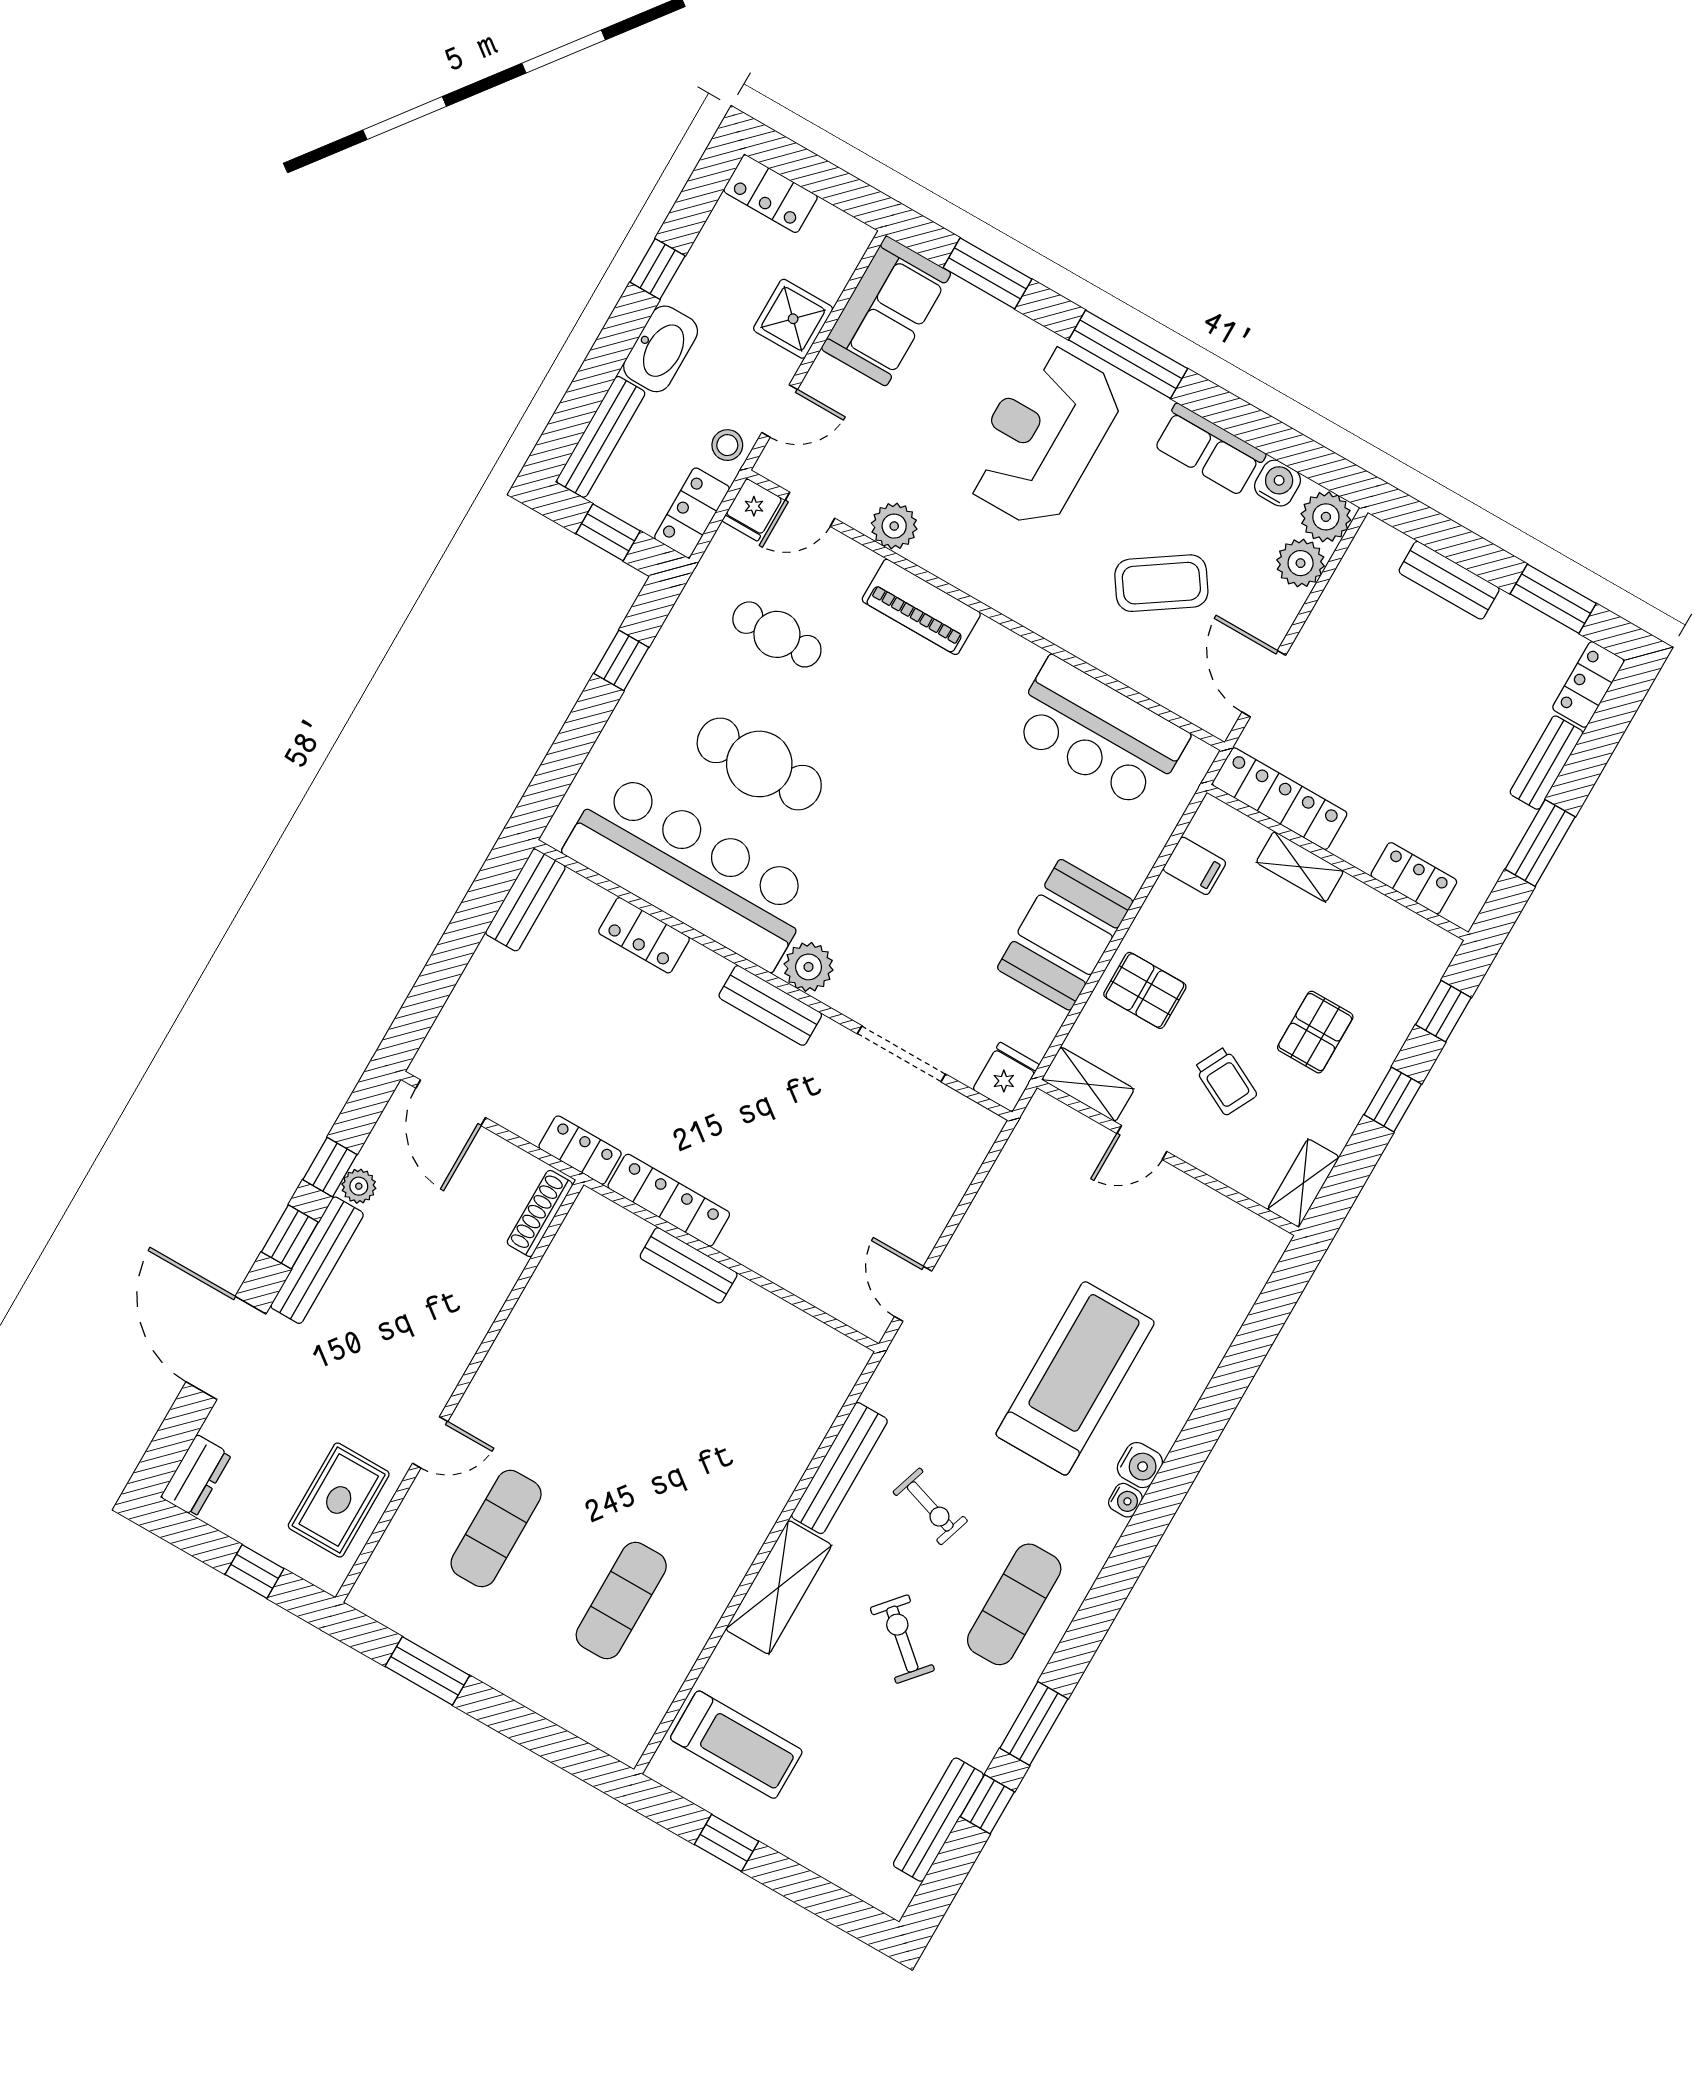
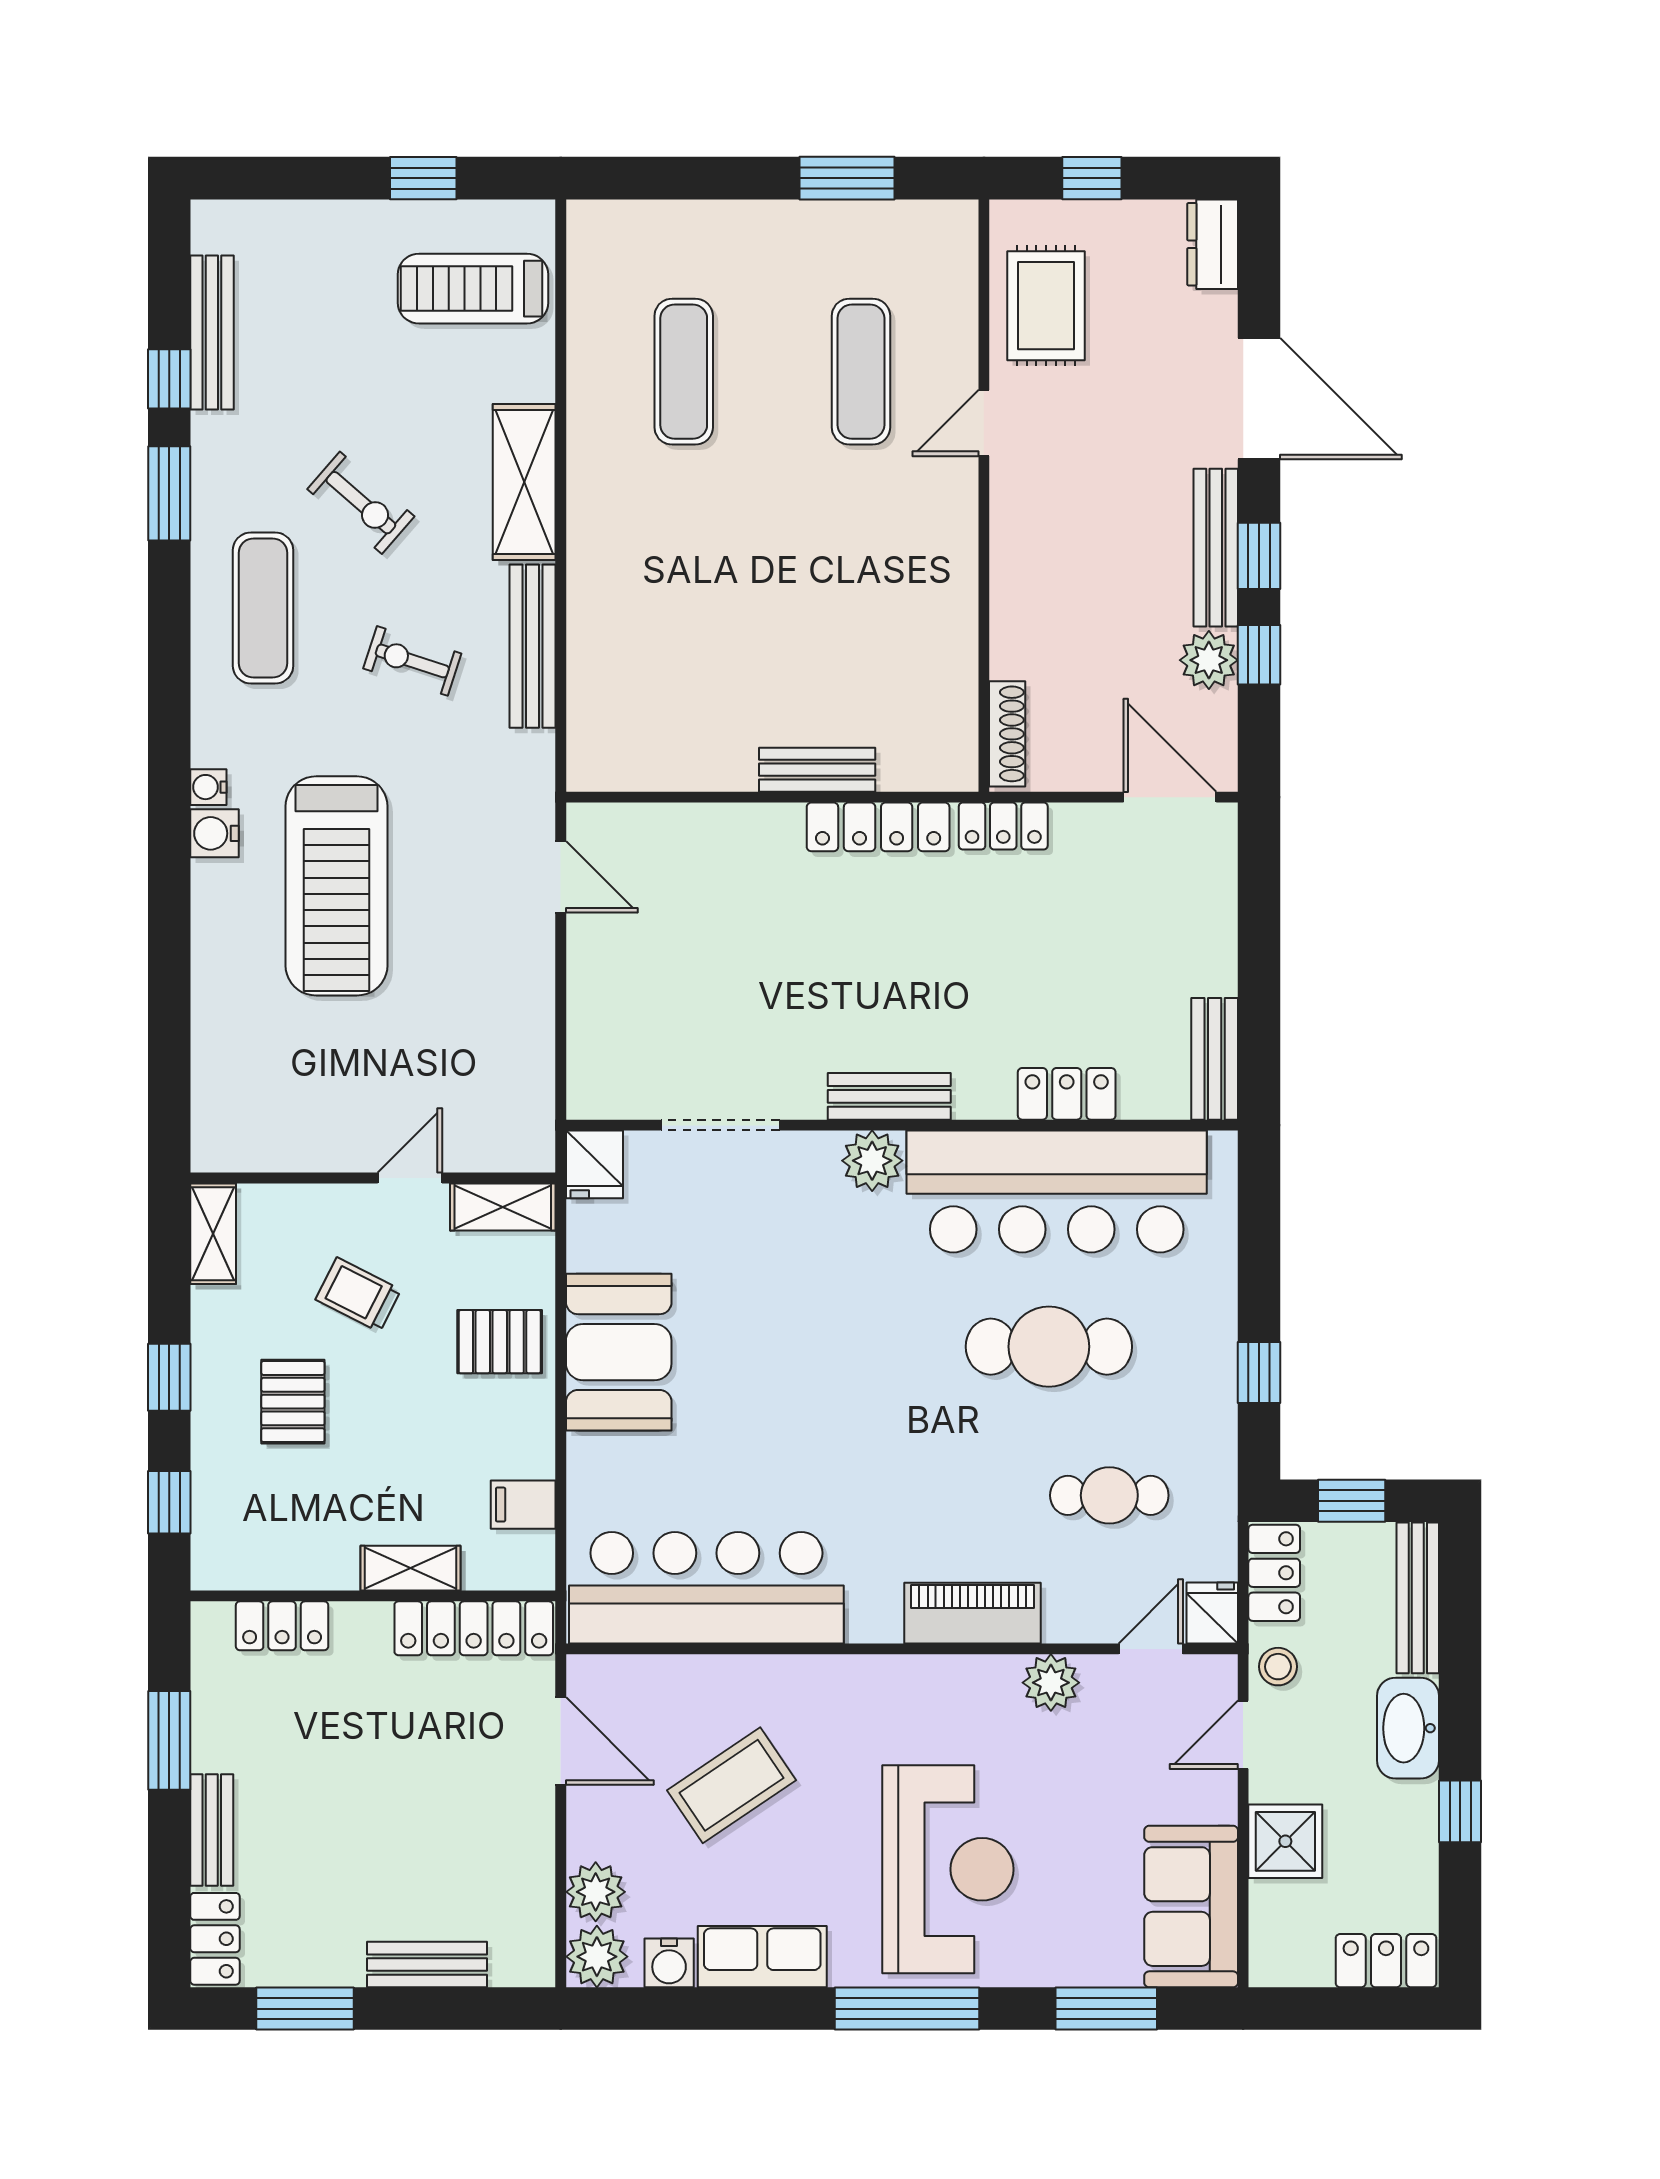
bar counter: (1099, 733) -> (706, 1588), width x1.36
plant: (359, 1186) -> (1209, 660), width x1.38, depth x1.38

